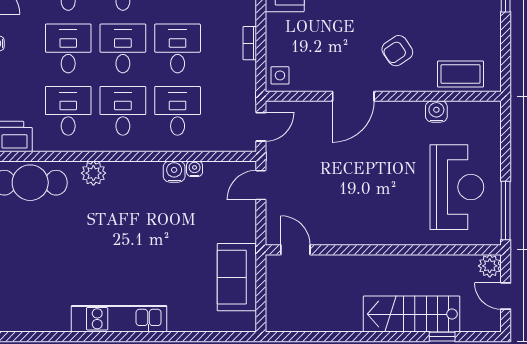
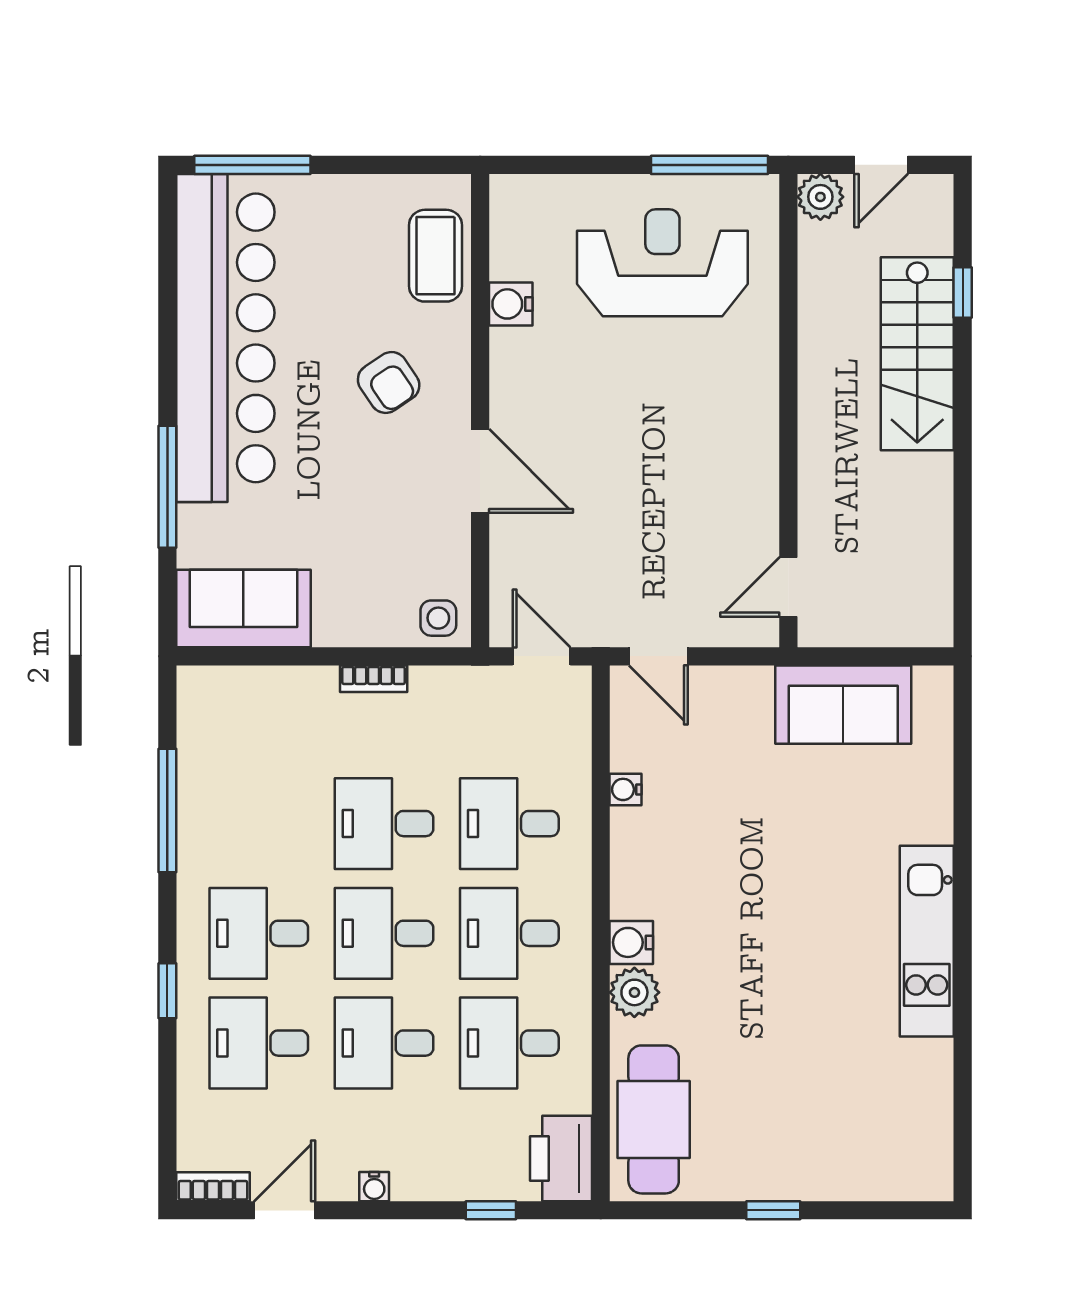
water cooler: (174, 172) -> (631, 942), moved

